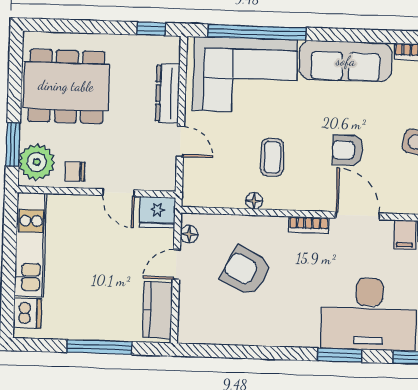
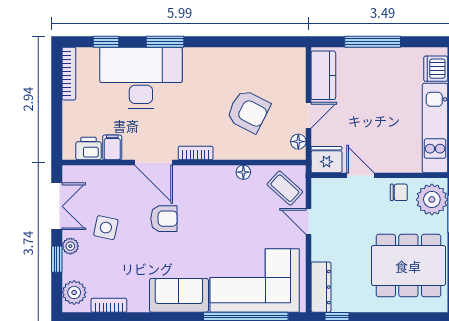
sofa: (346, 61) -> (179, 295), width x0.73
dresser: (168, 93) -> (321, 287), moved
coffee table: (272, 157) -> (285, 188), moved, turned -48

